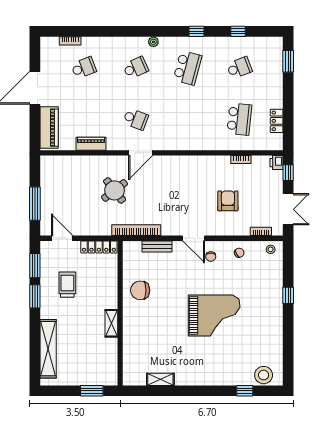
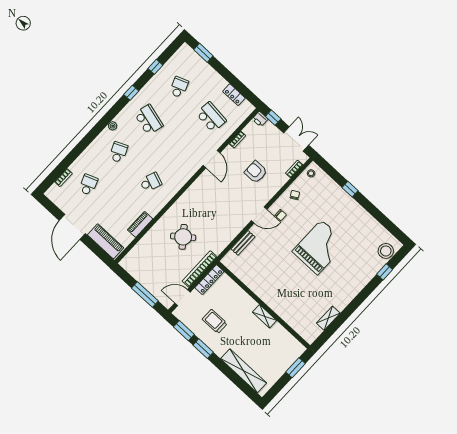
door: (141, 153) -> (212, 159), moved
bookcase: (136, 230) -> (200, 269), moved
chair: (140, 290) -> (261, 279), removed

